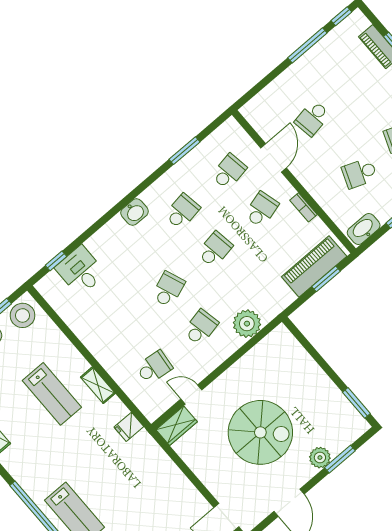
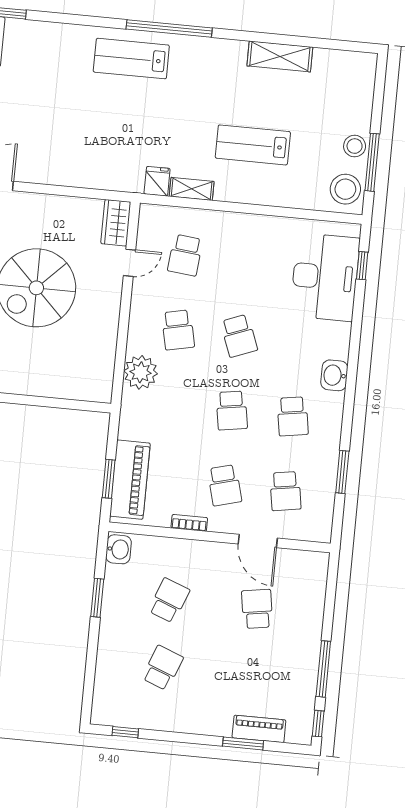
washbasin: (364, 229) -> (118, 549), width x0.72
desk: (80, 271) -> (325, 277), width x1.87, depth x1.30
shelving: (98, 385) -> (192, 189), moved

